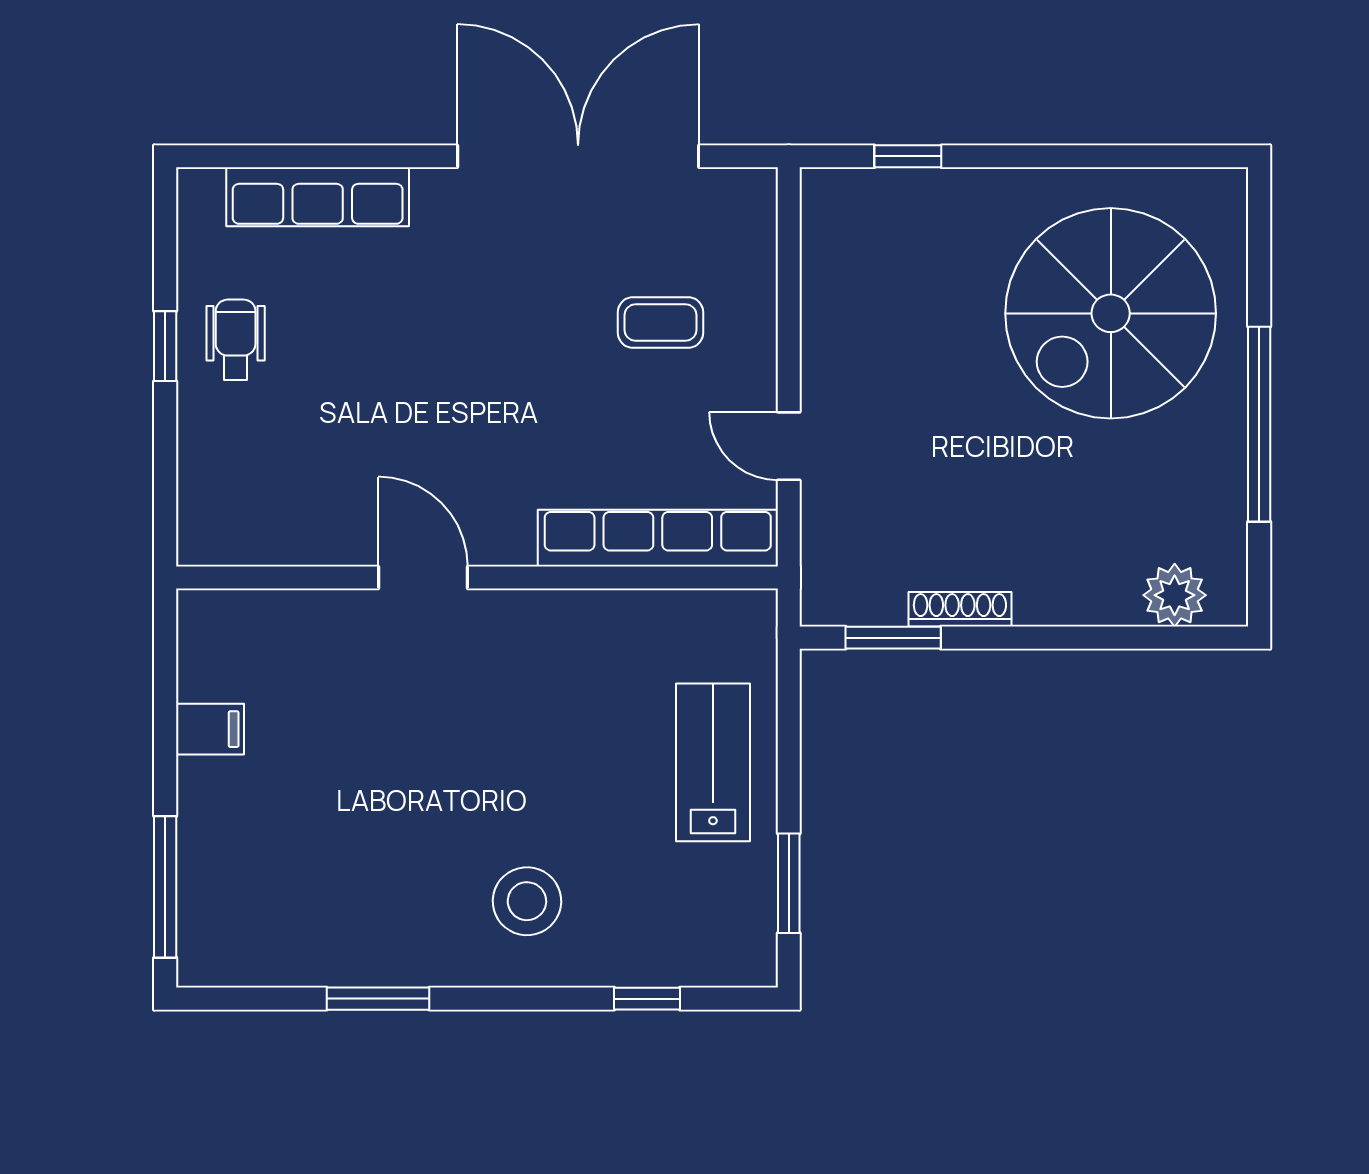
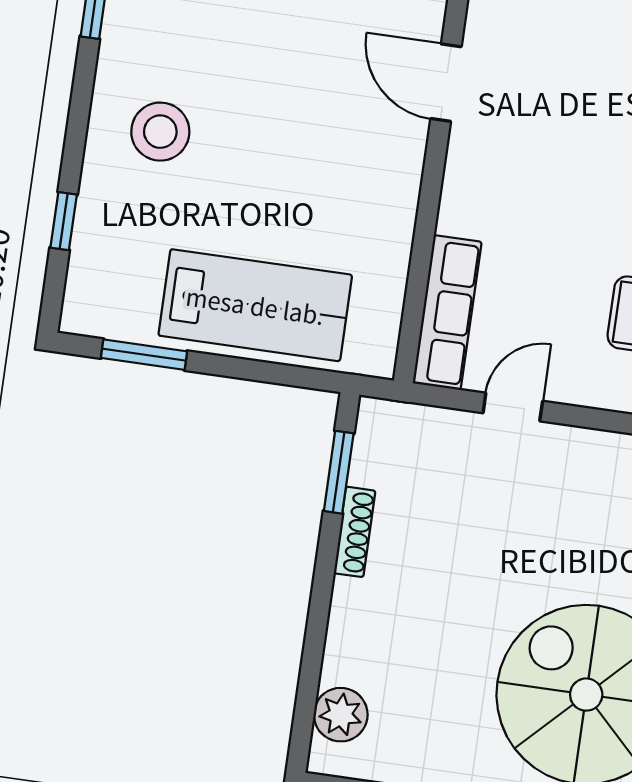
row of seats: (658, 538) -> (447, 313), width x0.73
door: (423, 577) -> (446, 83), swing flipped
lab bench: (713, 762) -> (255, 305), width x1.36, depth x1.39

